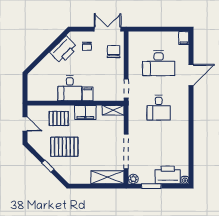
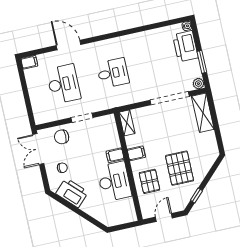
desk: (70, 88) -> (114, 181), width x1.37
doorway: (126, 88) -> (82, 118), moved
filing cabinet: (85, 112) -> (136, 153), width x0.50
window: (48, 166) -> (196, 195), moved

